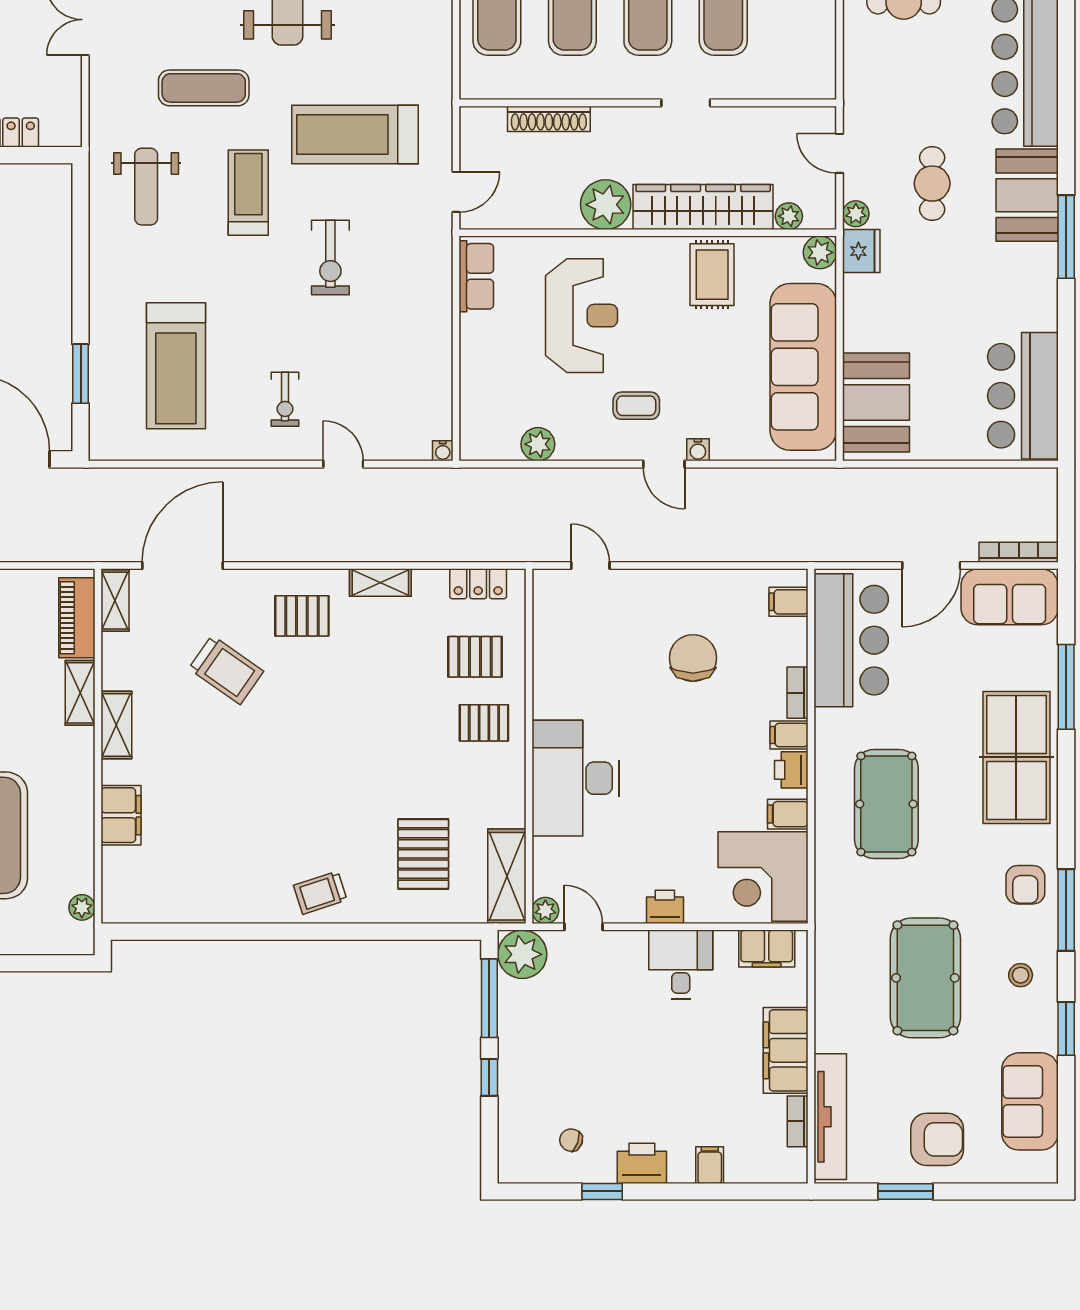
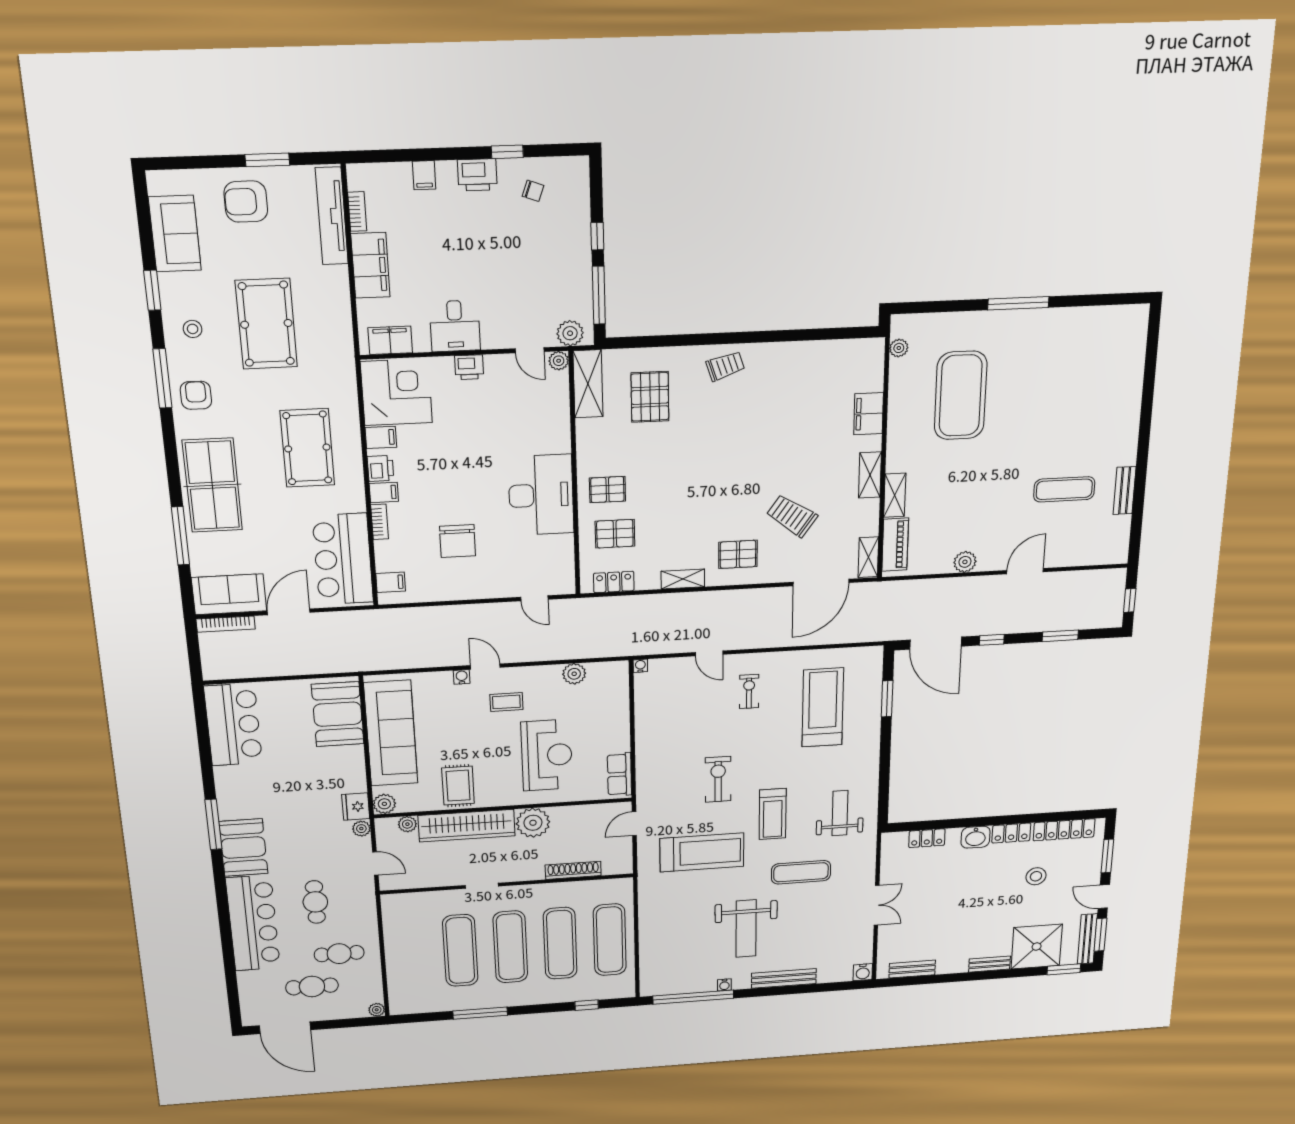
cafe table: (932, 184) -> (315, 902), moved
reception desk: (582, 316) -> (547, 755), turned 180
desk: (576, 778) -> (541, 495), moved
plant: (522, 954) -> (570, 333), width x0.73, depth x0.73

